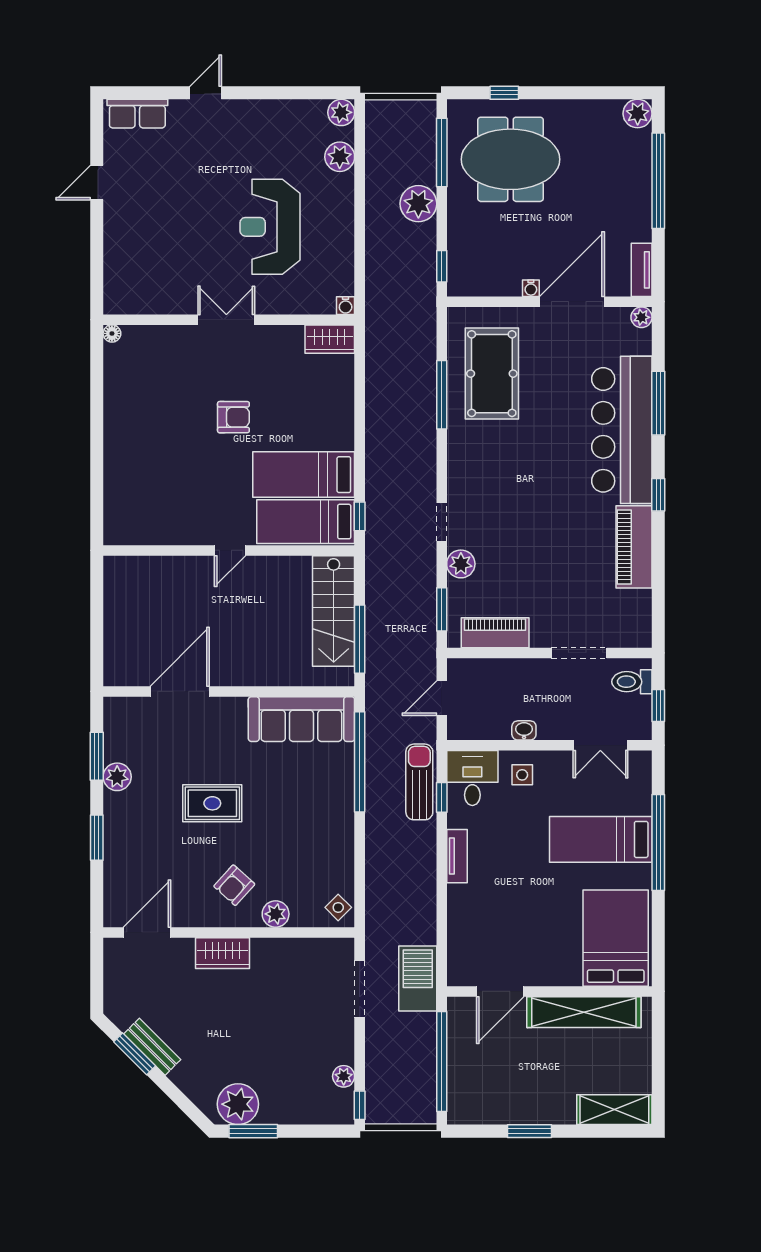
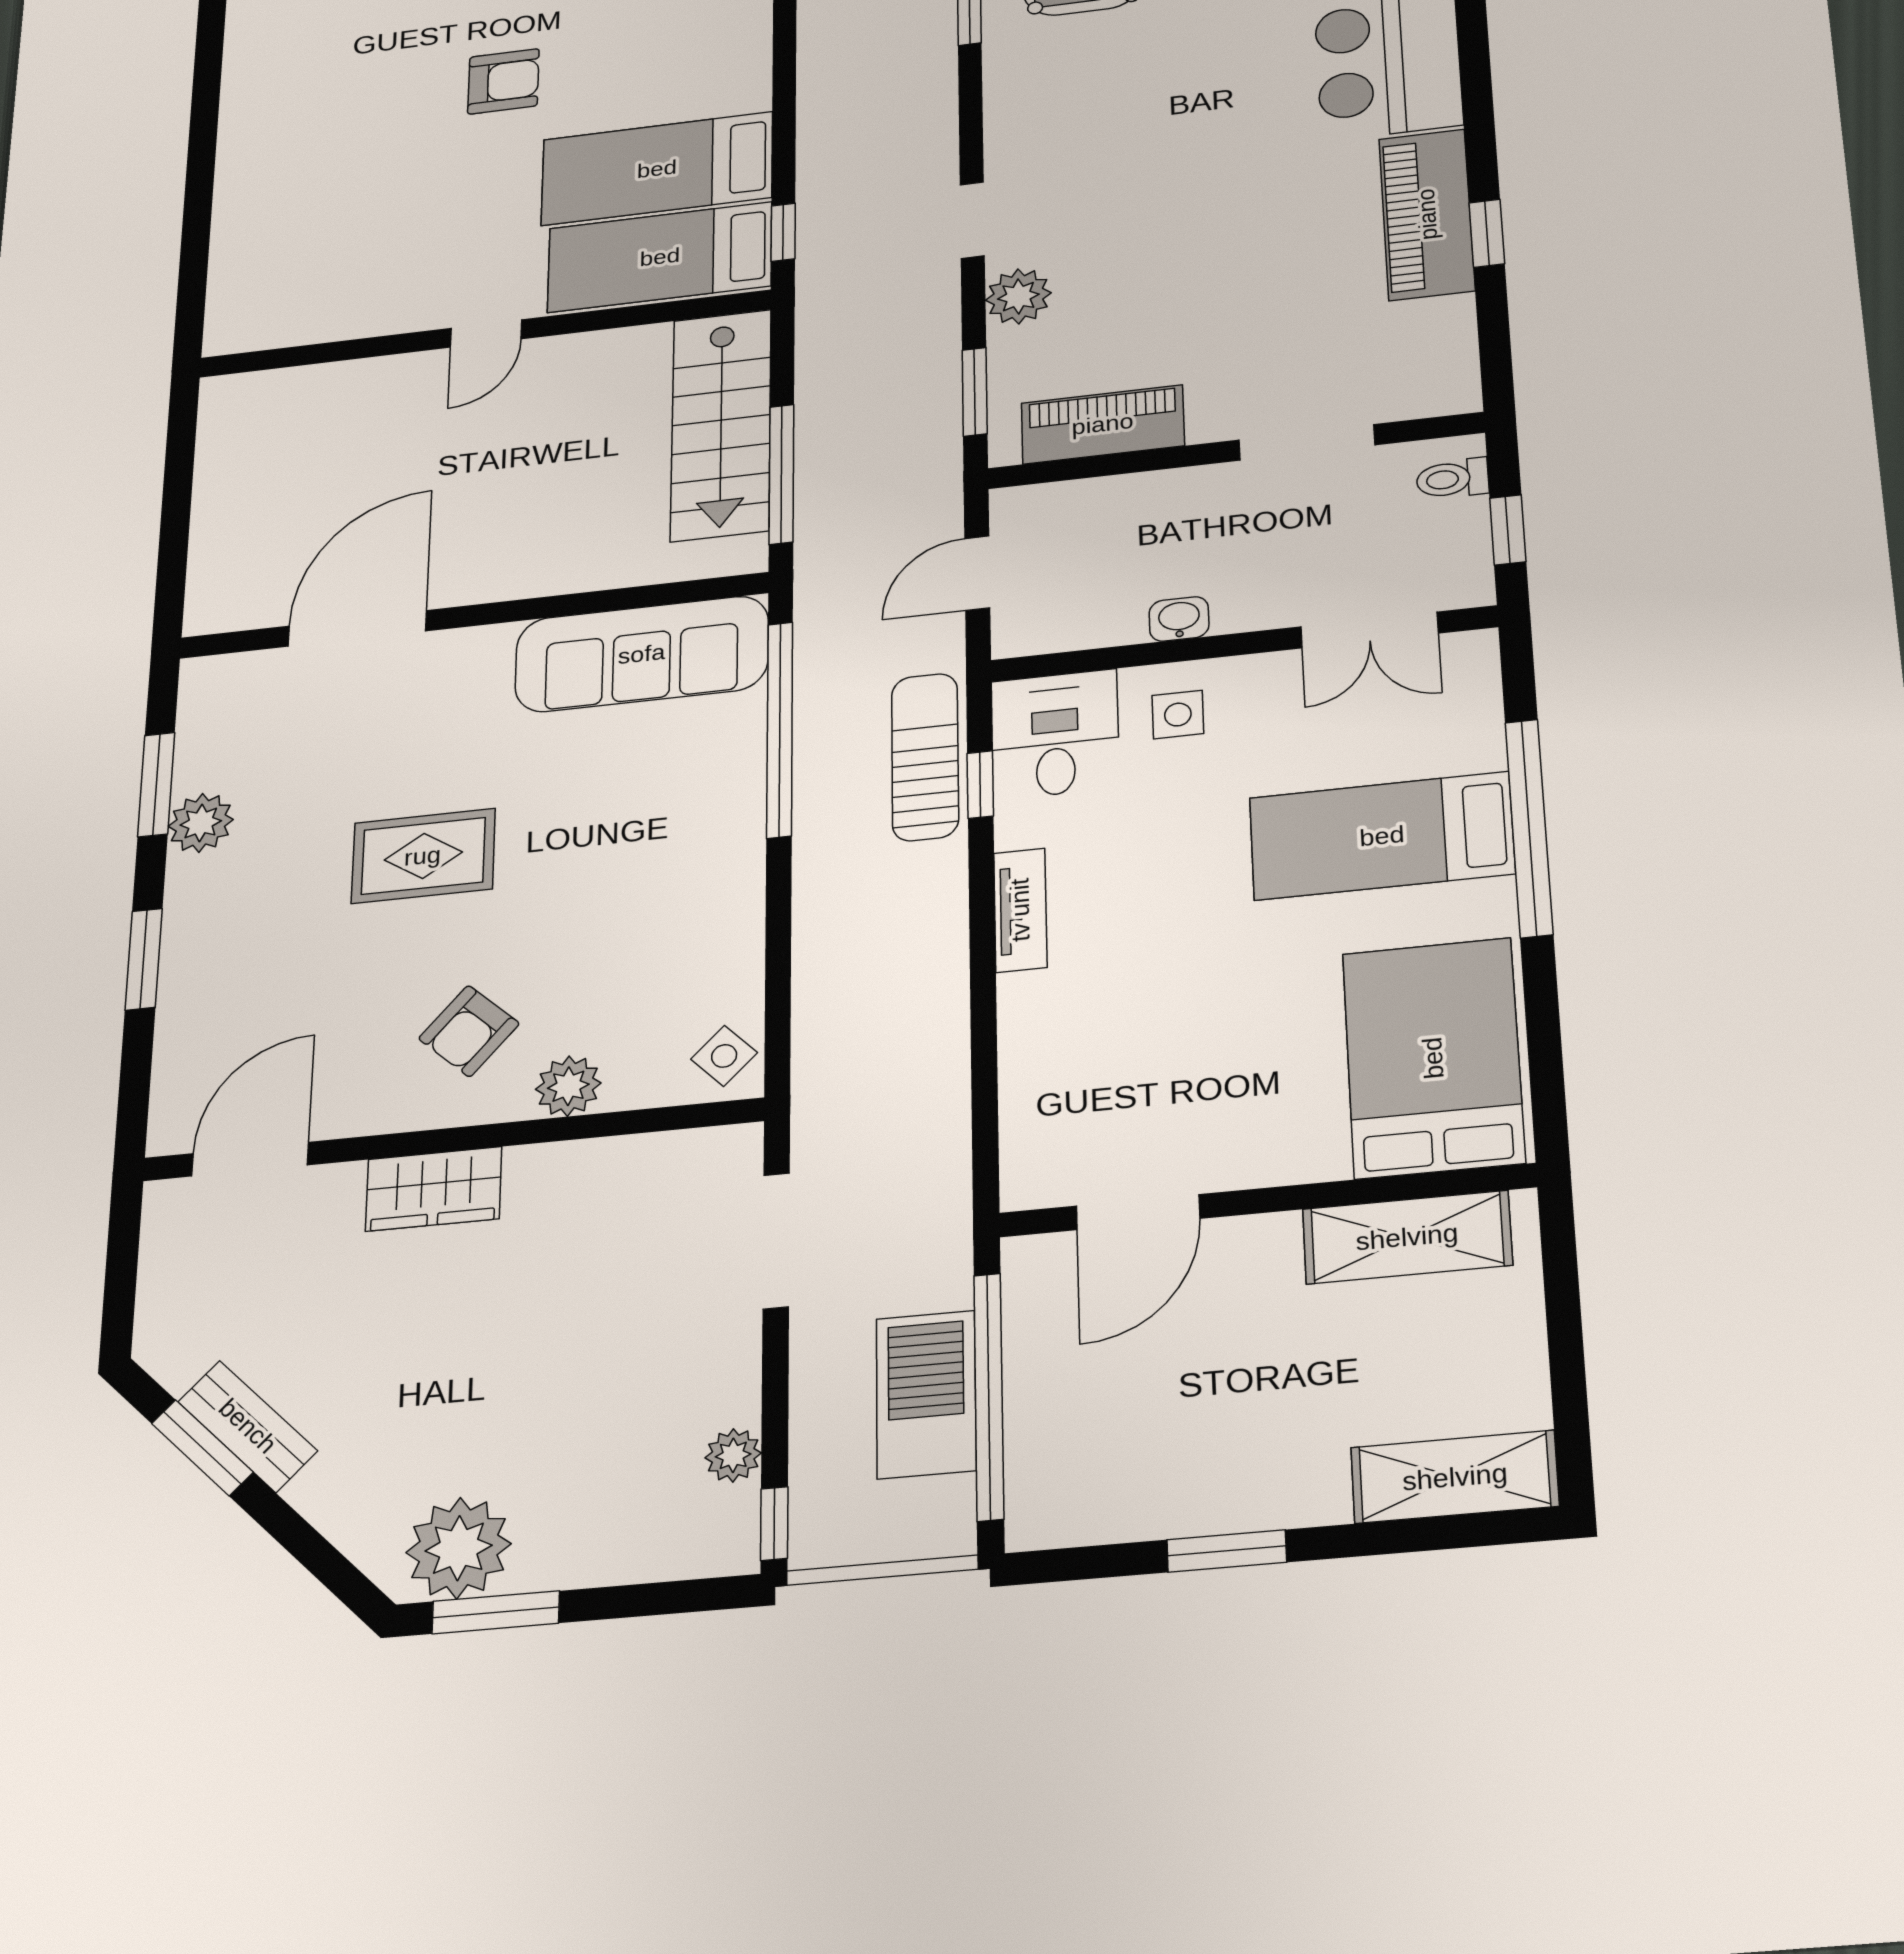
window: (658, 495) -> (1487, 233), moved
toilet: (632, 682) -> (1452, 479), width x0.73, depth x0.72
barbecue: (418, 978) -> (926, 1394), moved
shelving: (584, 1012) -> (1407, 1237), width x0.68

